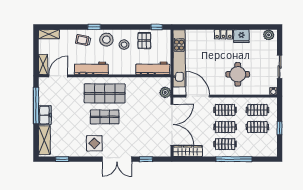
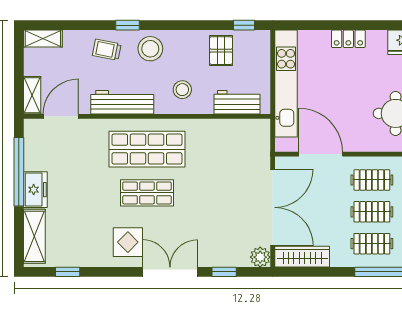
locker: (223, 34) -> (348, 39), moved
stool: (124, 45) -> (182, 90), moved
workbench: (153, 68) -> (237, 102), width x0.73
plant: (165, 92) -> (260, 257), moved
double door: (117, 159) -> (170, 272), swing flipped

